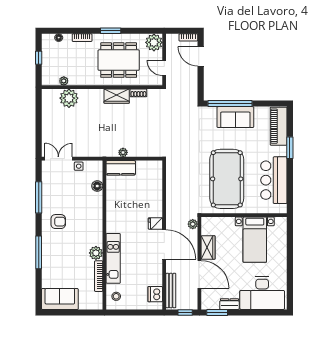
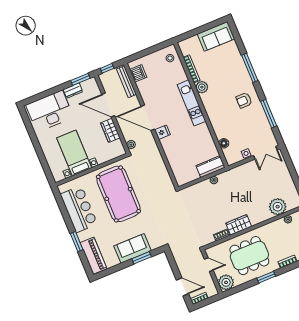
window: (230, 104) -> (142, 258), width x0.47
kitchen unit: (113, 258) -> (191, 103), moved

